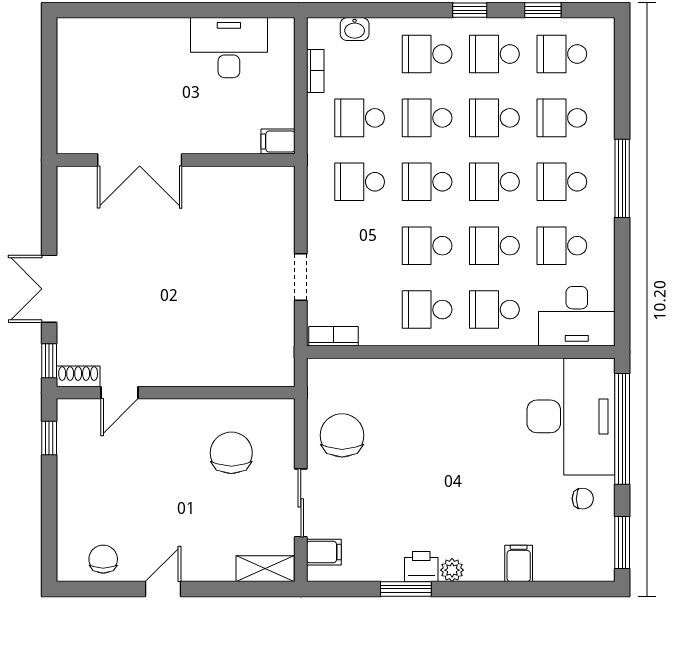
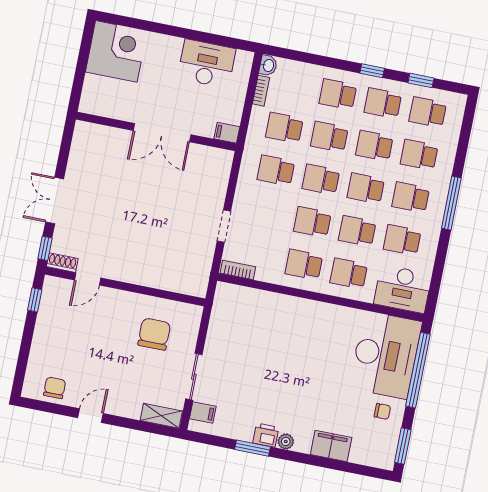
washbasin: (355, 29) -> (268, 65), moved, turned -90
corner desk: (95, 56) -> (116, 51), added
double door: (140, 160) -> (162, 133), moved
chair: (342, 435) -> (230, 337), removed
filing cabinet: (519, 563) -> (331, 446), width x2.00

